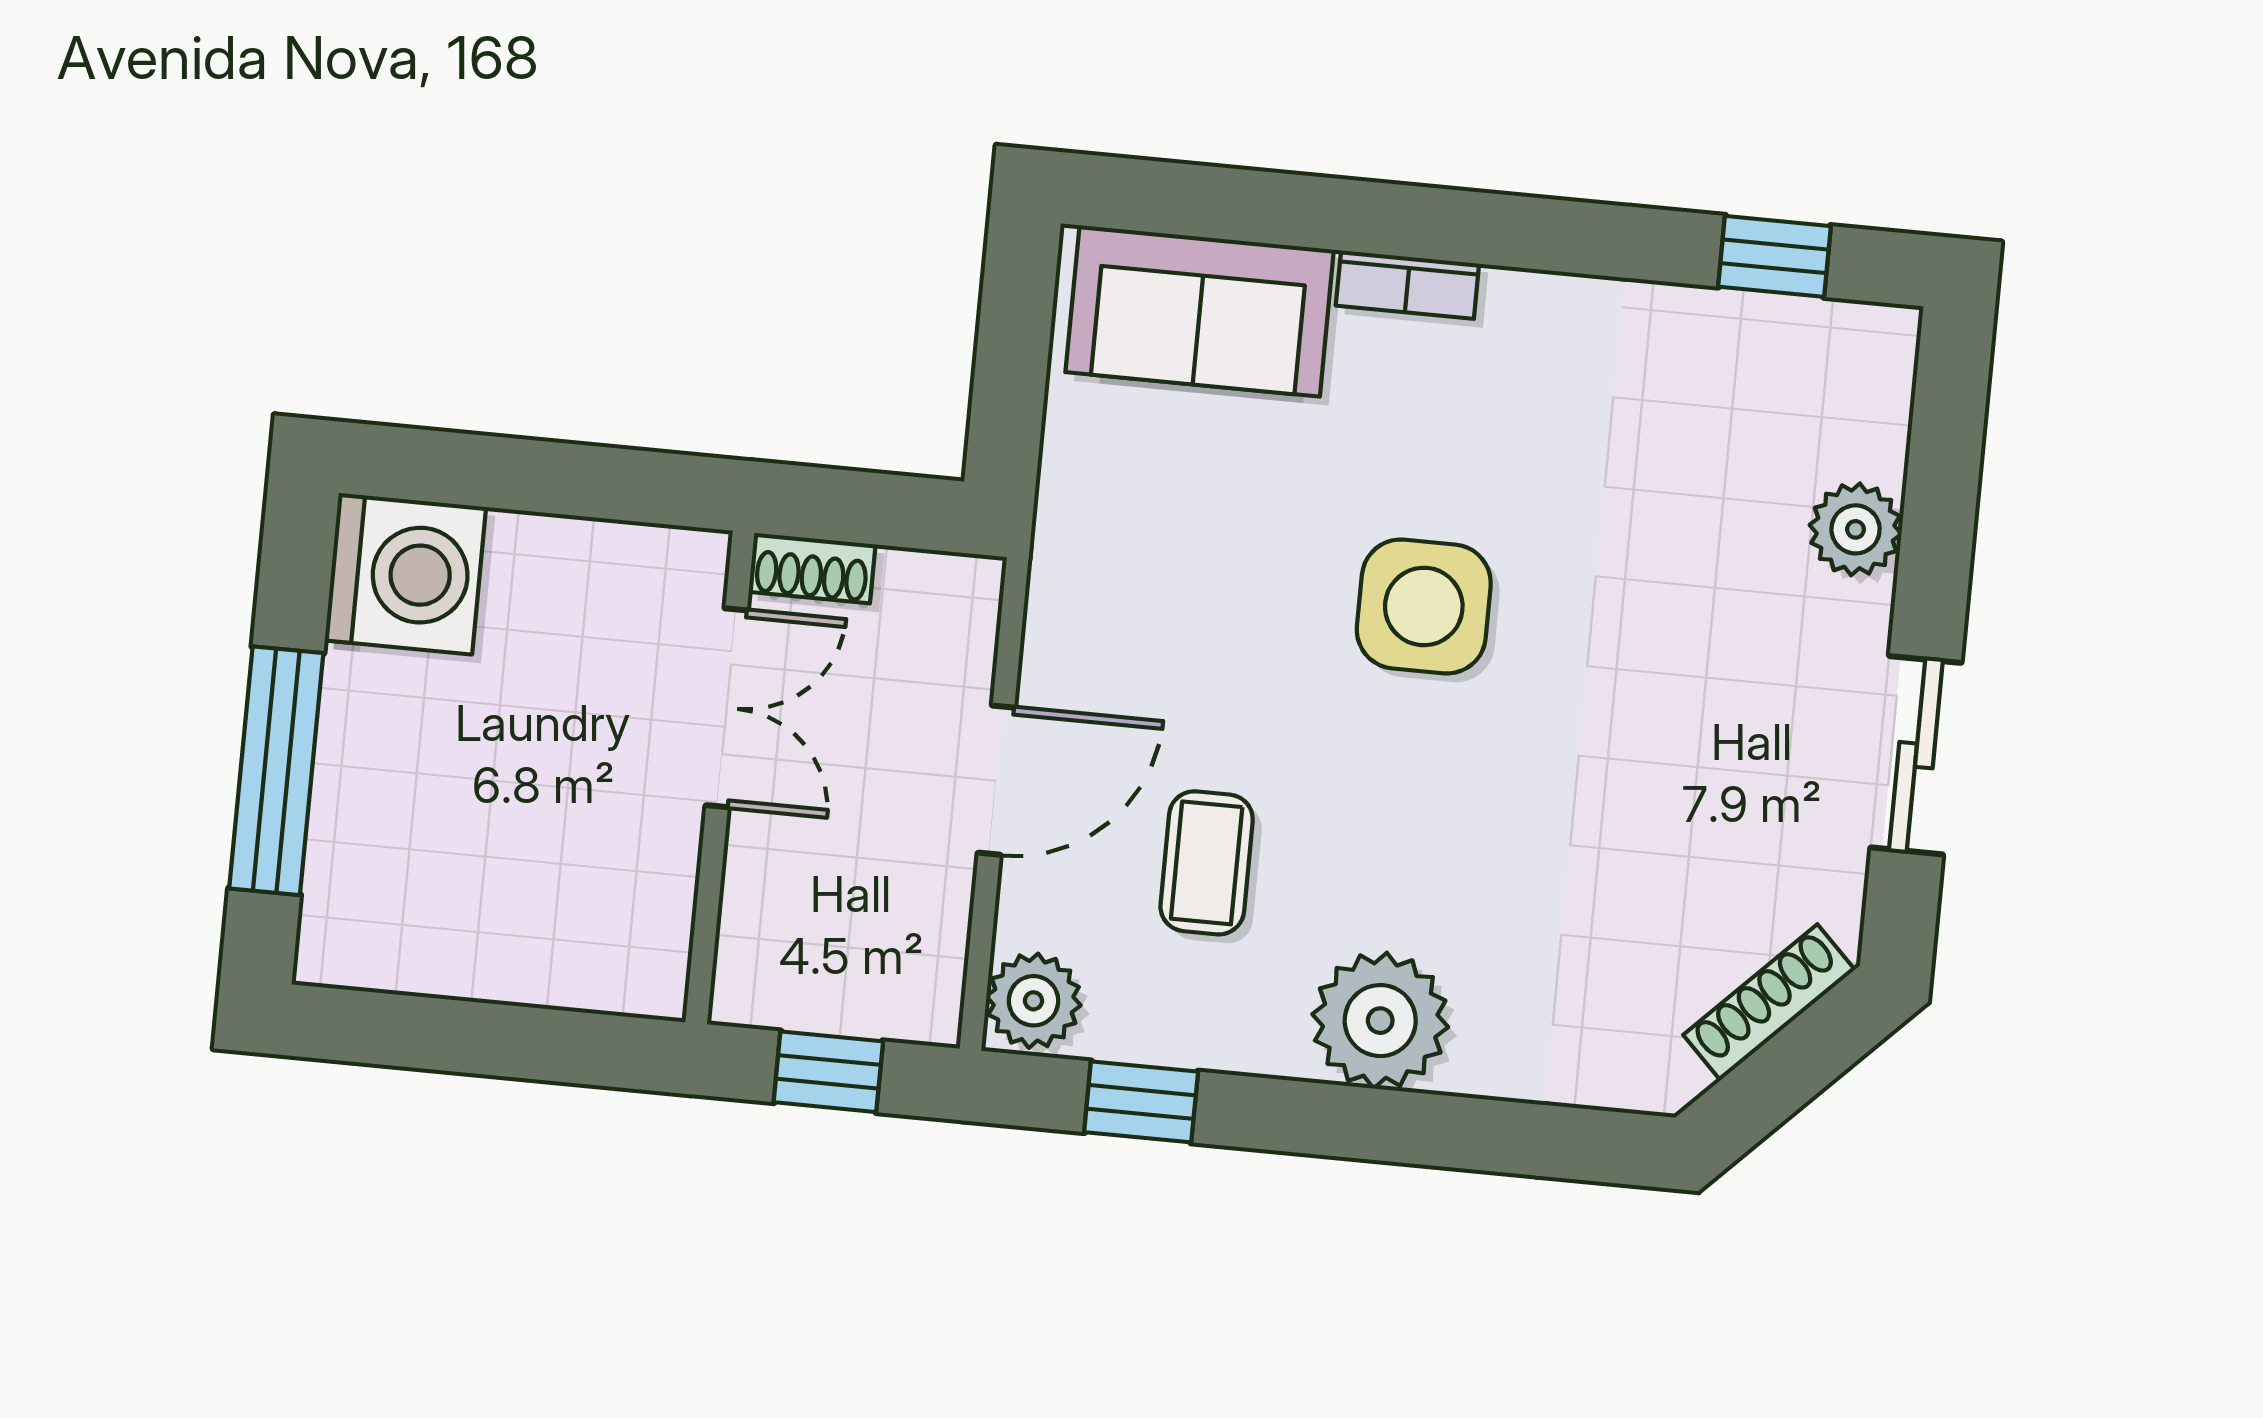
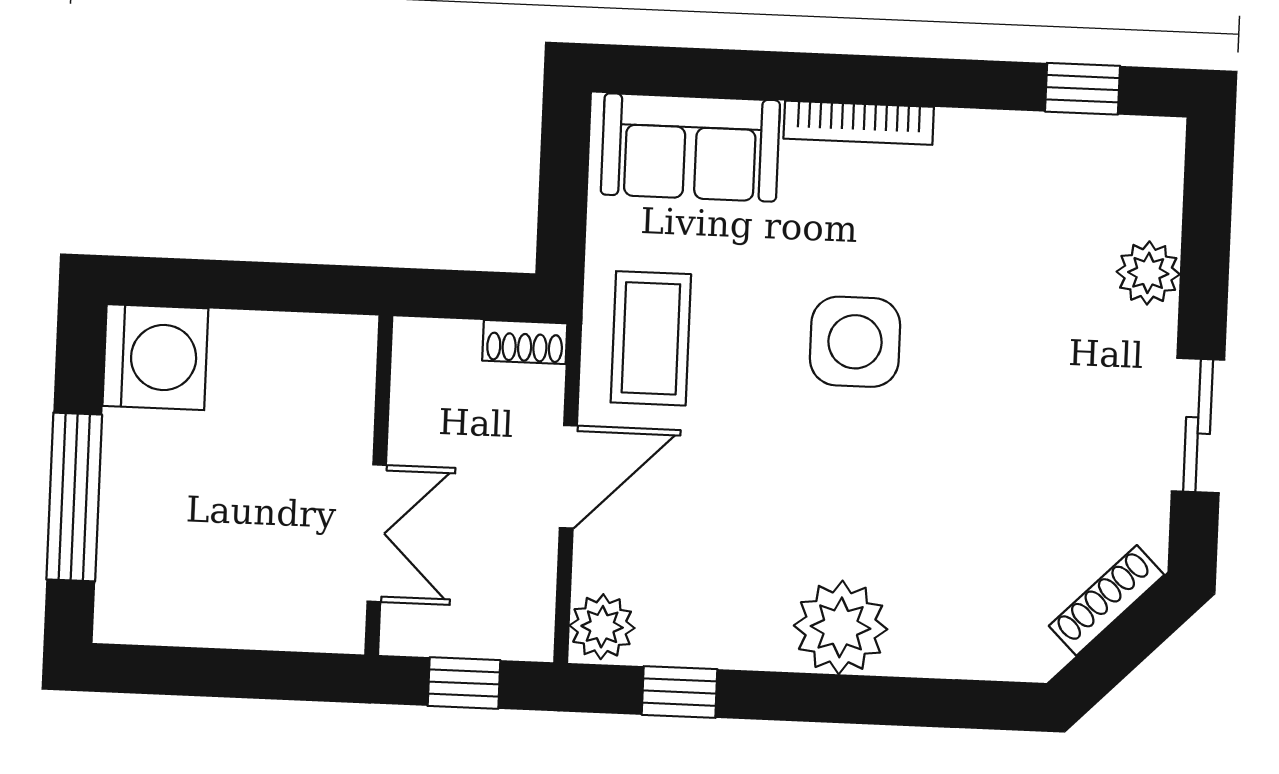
bookcase: (1407, 285) -> (859, 123), width x1.56
shoe rack: (812, 568) -> (525, 342), moved
double door: (727, 708) -> (377, 533), moved
coffee table: (1207, 863) -> (651, 338), moved, width x1.36, depth x1.30

